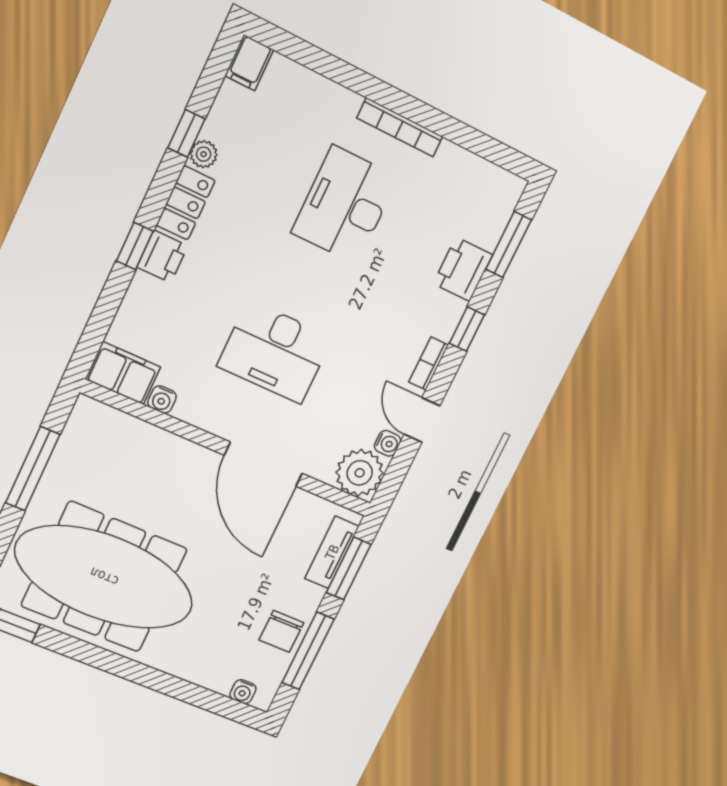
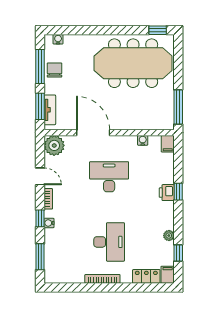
window: (186, 133) -> (178, 253), moved
locker: (186, 203) -> (146, 276), moved, turned 90
printer: (463, 269) -> (53, 240), removed
filing cabinet: (123, 373) -> (168, 144), width x0.50
water cooler: (388, 443) -> (49, 223), moved
window: (33, 469) -> (178, 107), moved

